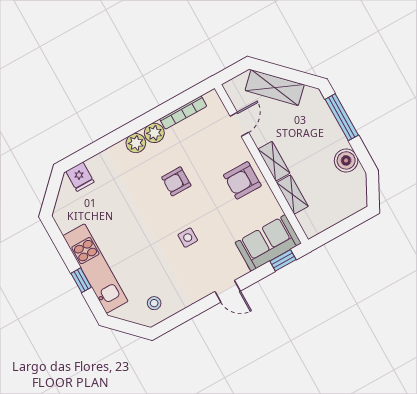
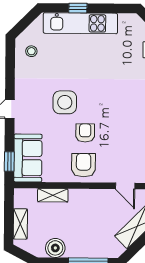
shelving: (274, 161) -> (20, 224), moved, turned 90
armchair: (176, 181) -> (85, 133), moved
side table: (188, 238) -> (65, 102), width x1.87, depth x1.87

